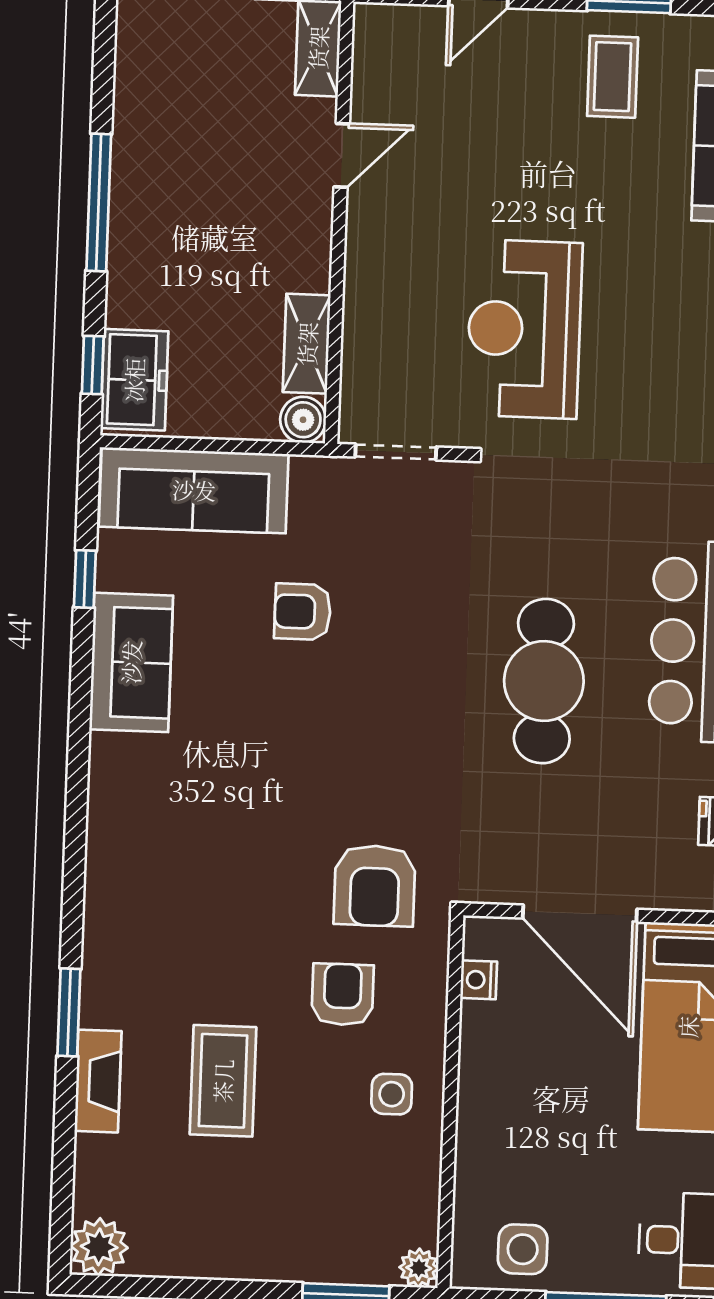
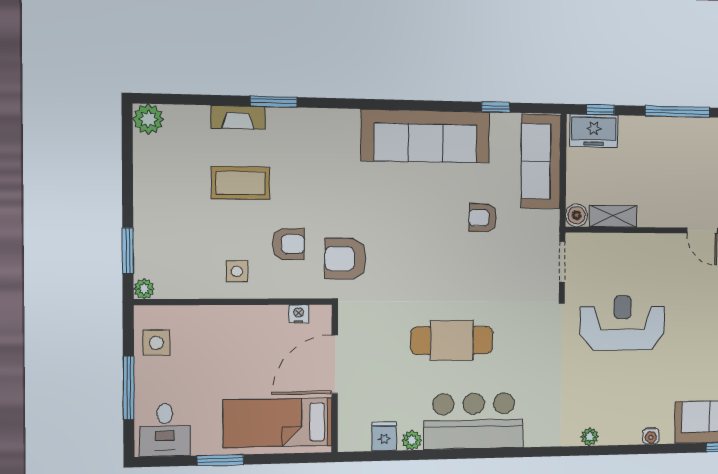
armchair: (303, 612) -> (483, 218), turned -90
sofa: (131, 662) -> (426, 136), width x1.85, depth x1.27

